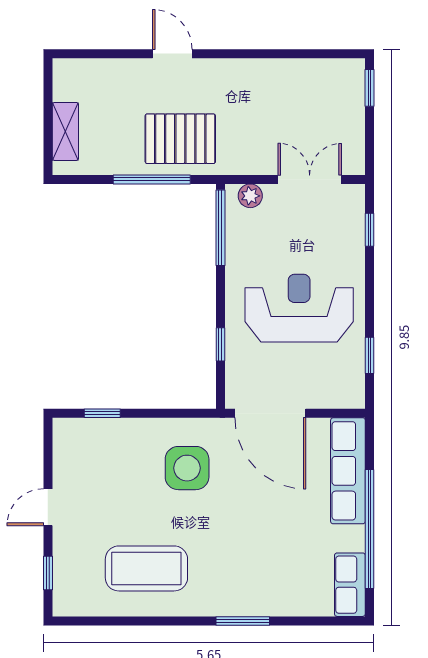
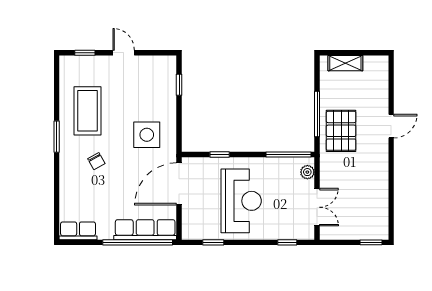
window: (369, 529) -> (138, 242), moved
chair: (232, 553) -> (96, 161), added
window: (243, 621) -> (57, 137), moved

